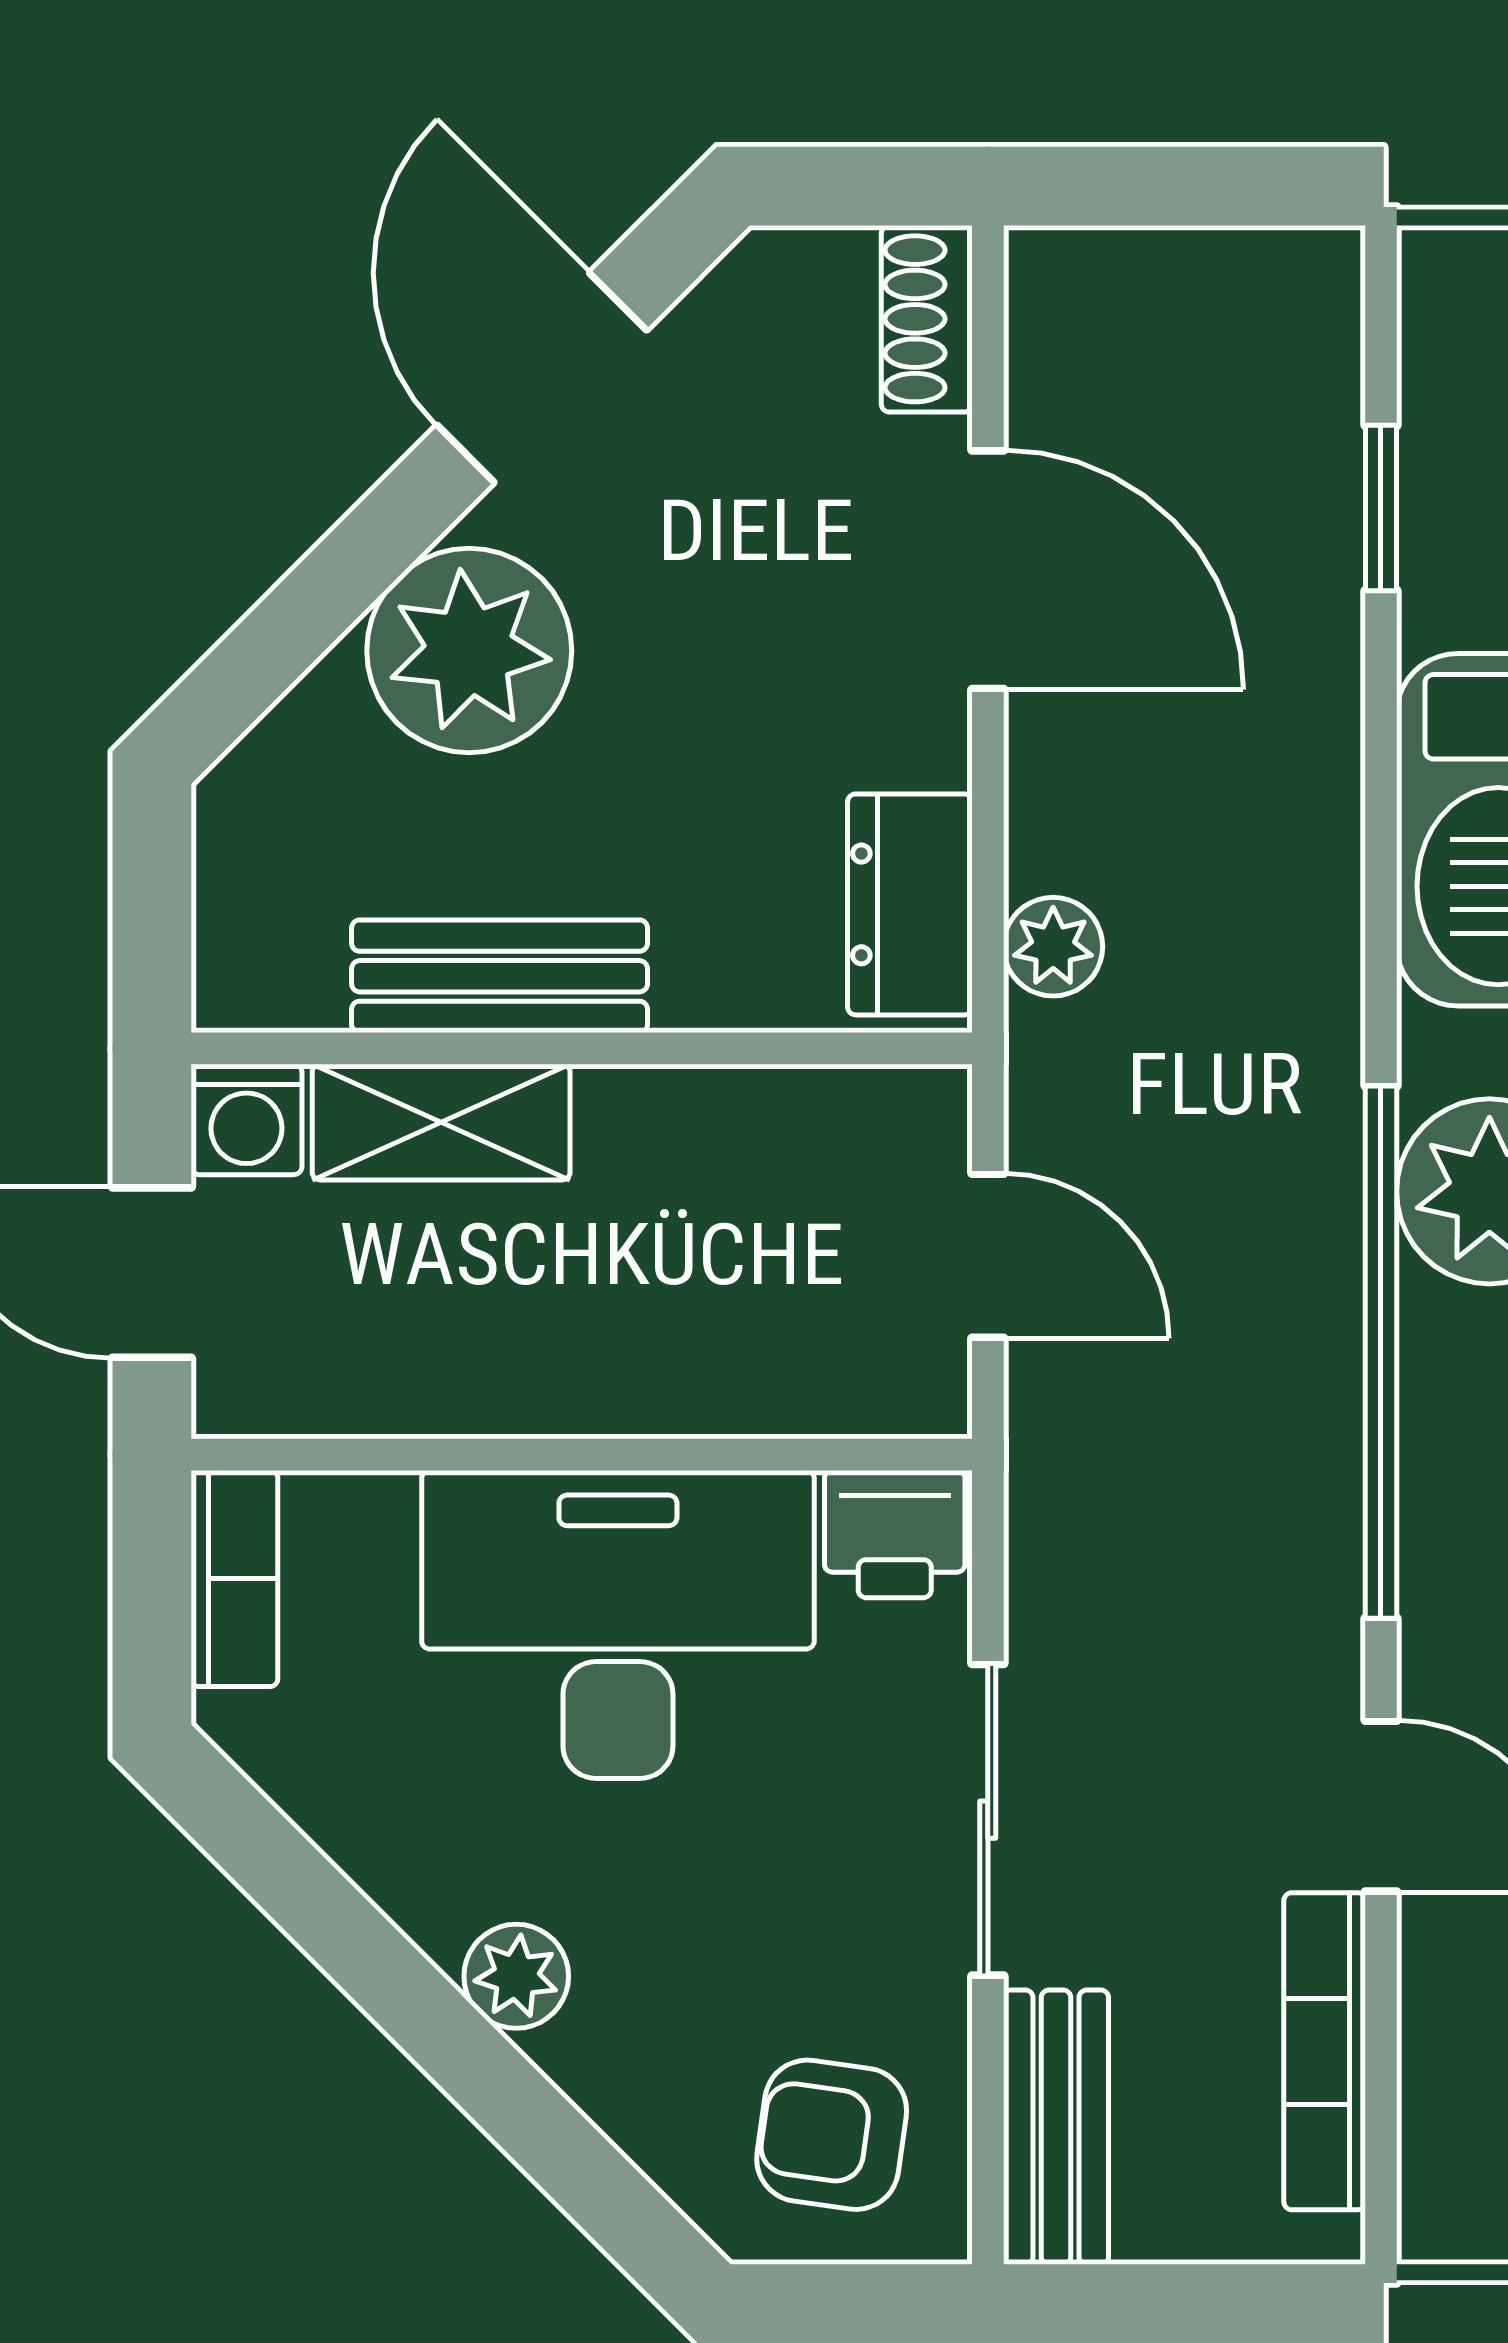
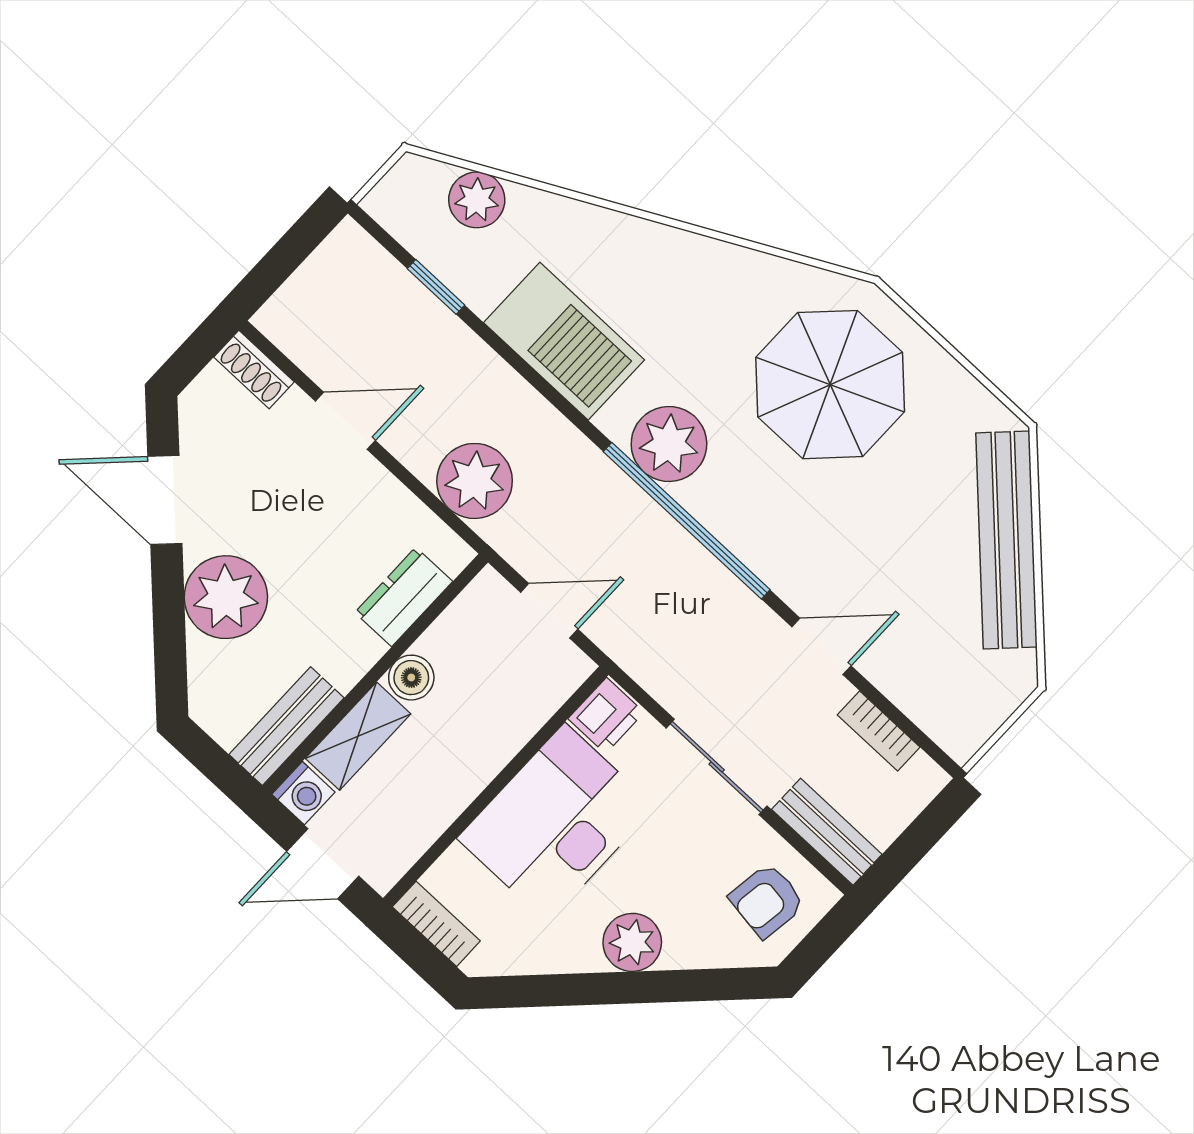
door: (988, 570) -> (345, 421), width x0.73
dresser: (910, 904) -> (404, 597), moved, turned 90
plant: (1053, 947) -> (475, 481), width x1.88, depth x1.88
bench: (500, 976) -> (286, 726), moved
boiler: (636, 1120) -> (411, 678), added
plant: (516, 1976) -> (632, 942), width x1.38, depth x1.38
bookcase: (1325, 2051) -> (879, 731), width x0.64

